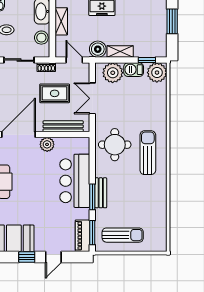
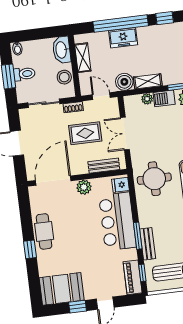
plant: (113, 73) -> (147, 99), width x0.53, depth x0.53
bench: (63, 126) -> (104, 166), width x0.73
fridge: (82, 146) -> (120, 185), added
bench: (101, 193) -> (148, 244), moved
window: (92, 233) -> (142, 273), width x0.67

